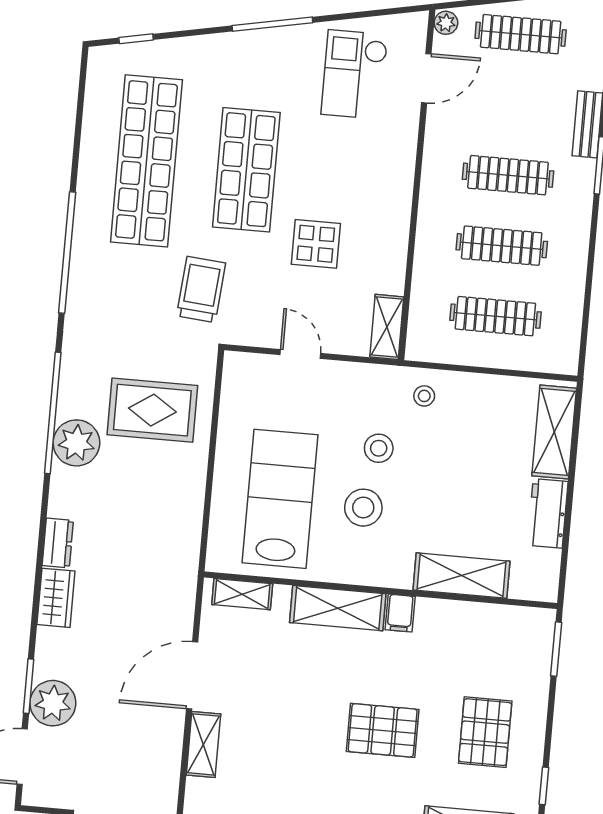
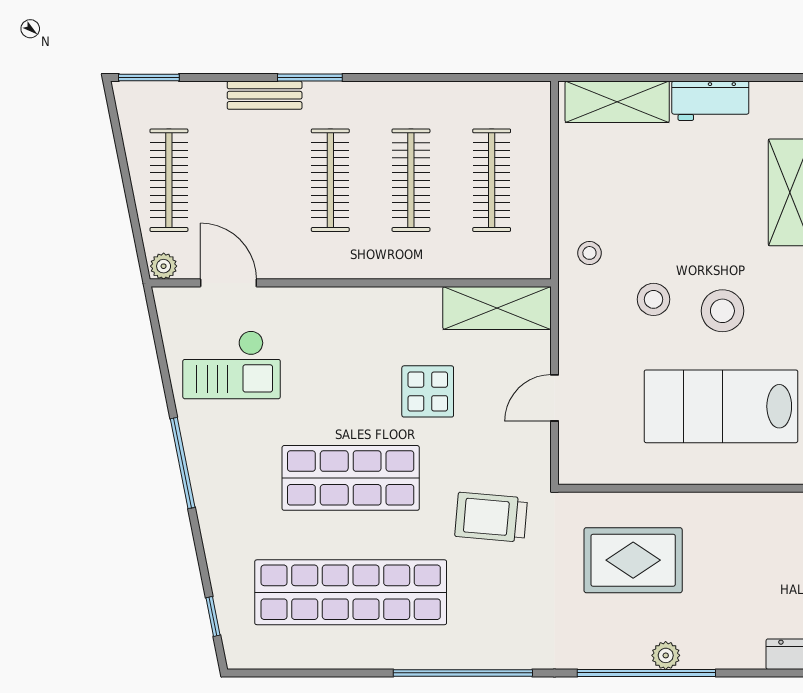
shelving: (387, 327) -> (497, 308), width x1.50, depth x1.33
rug: (152, 410) -> (633, 560), turned 90
plant: (76, 443) -> (666, 655), width x0.53, depth x0.53

